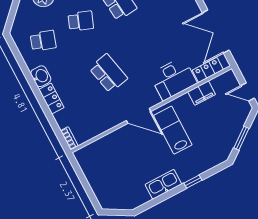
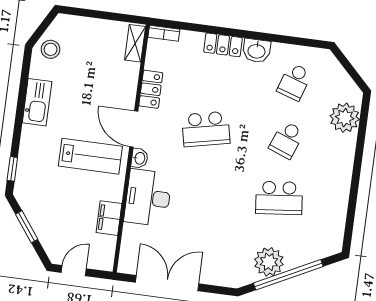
locker: (208, 70) -> (151, 89), moved
washbasin: (153, 100) -> (139, 158), added
door: (139, 116) -> (134, 129), hinge flipped
shelving: (87, 151) -> (135, 43), added
window: (193, 182) -> (12, 169), moved
stool: (126, 199) -> (51, 49), added

